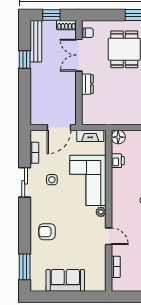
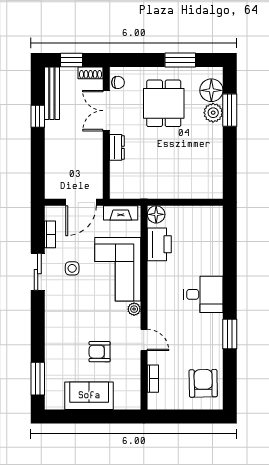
printer: (118, 161) -> (159, 244), width x1.87, depth x1.48
armchair: (47, 232) -> (100, 352), moved

